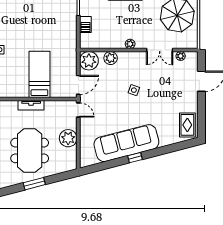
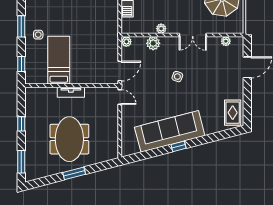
plant: (130, 44) -> (161, 29), moved
double door: (160, 50) -> (193, 35), moved
plant: (89, 61) -> (126, 42), width x0.53, depth x0.53
bed: (39, 74) -> (59, 60), moved
plant: (68, 138) -> (109, 126), removed

